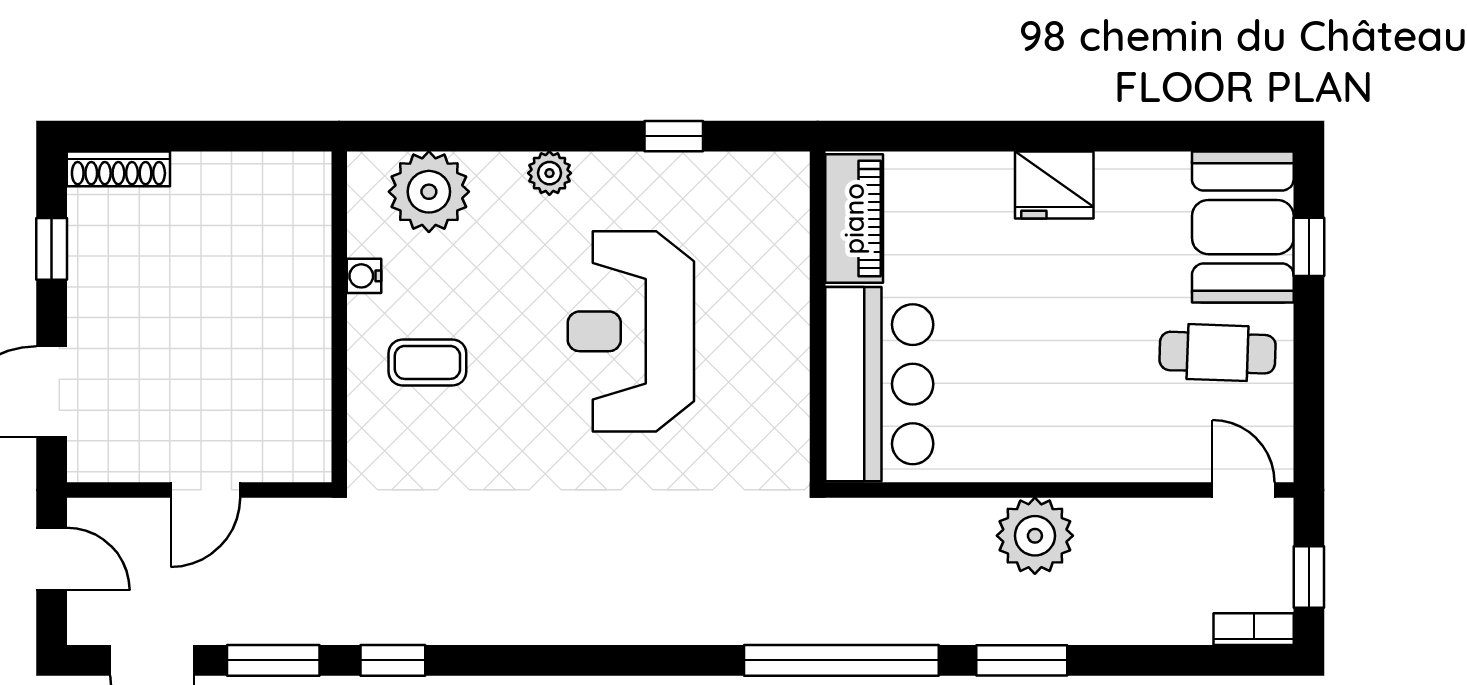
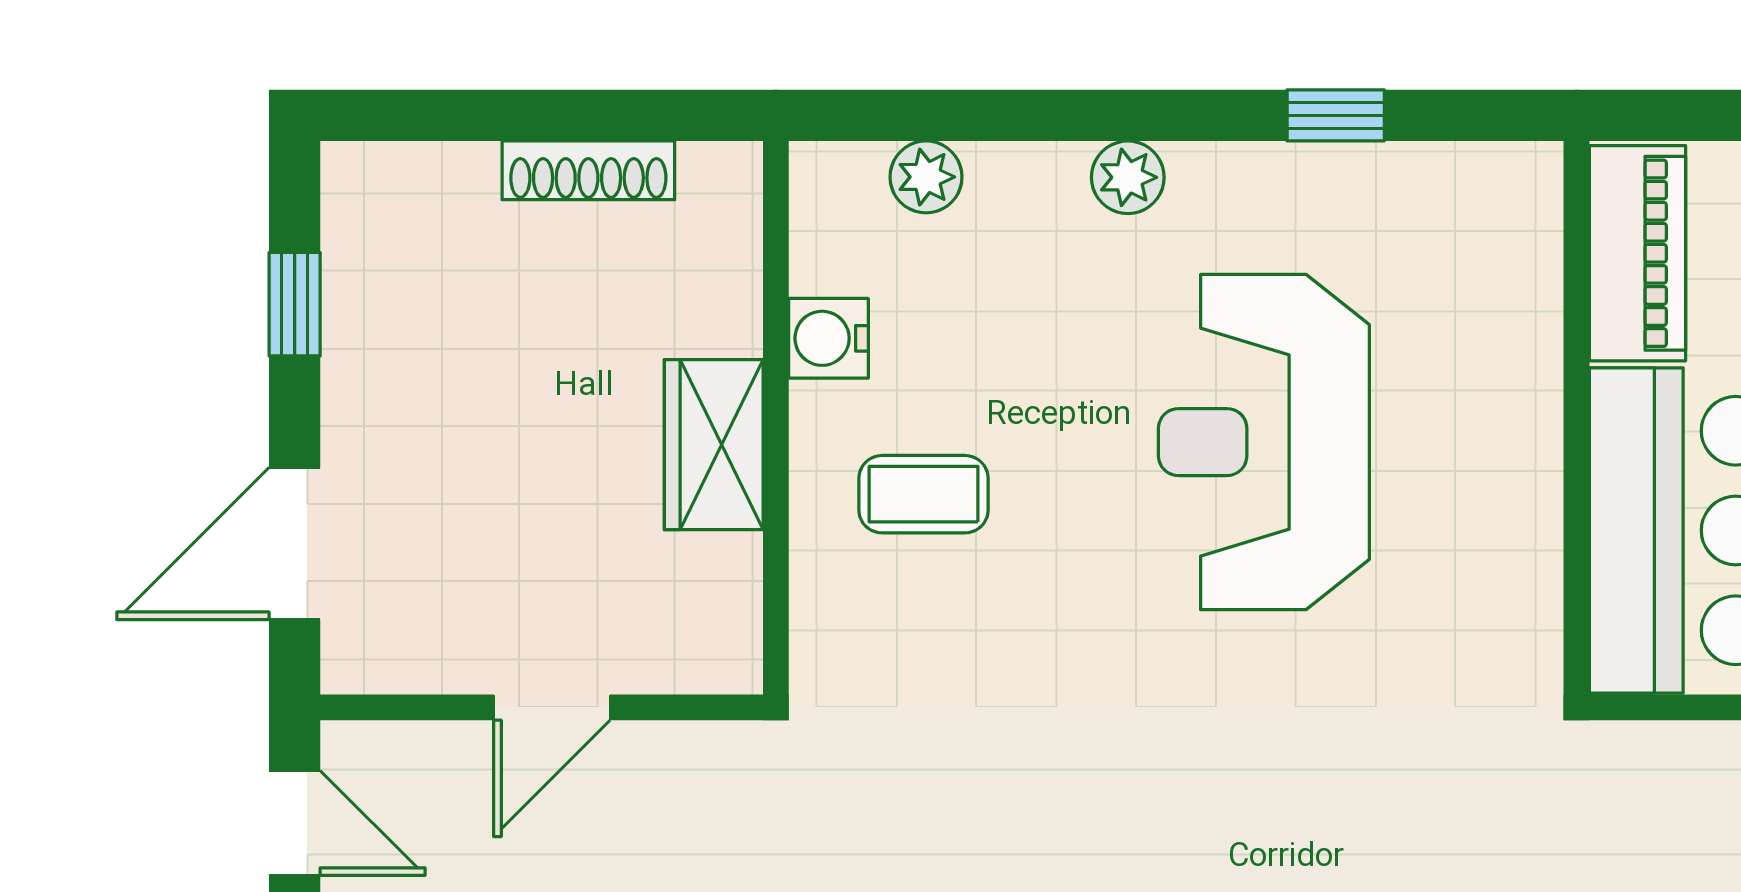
shoe rack: (118, 169) -> (588, 170), moved
plant: (429, 192) -> (926, 177), width x0.53, depth x0.53
water cooler: (364, 276) -> (828, 338), width x1.38, depth x1.38
wardrobe: (302, 333) -> (714, 445), added

